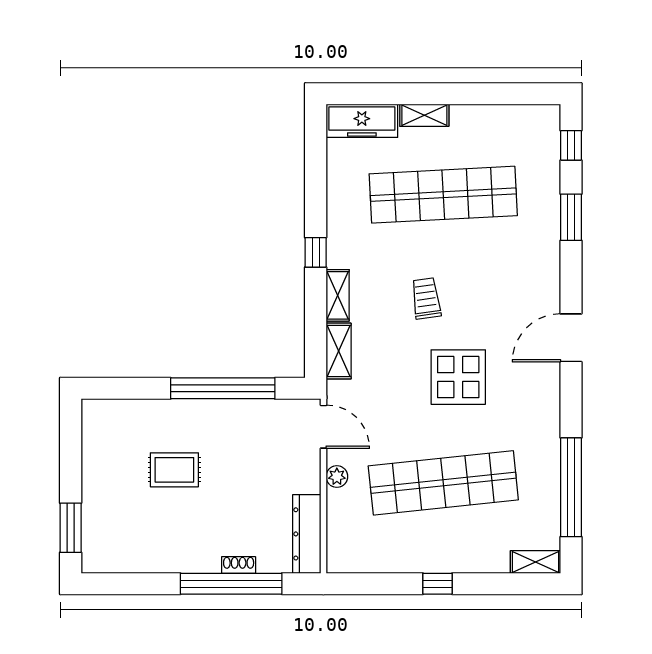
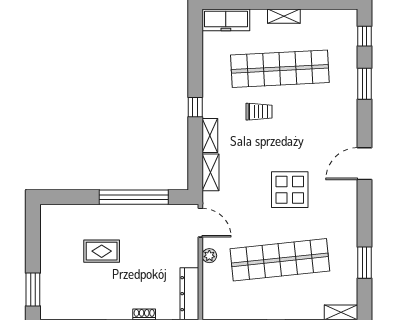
shelving: (424, 115) -> (284, 16), moved
trolley: (426, 298) -> (259, 112), moved, turned 98
window: (571, 487) -> (365, 263), width x0.47

